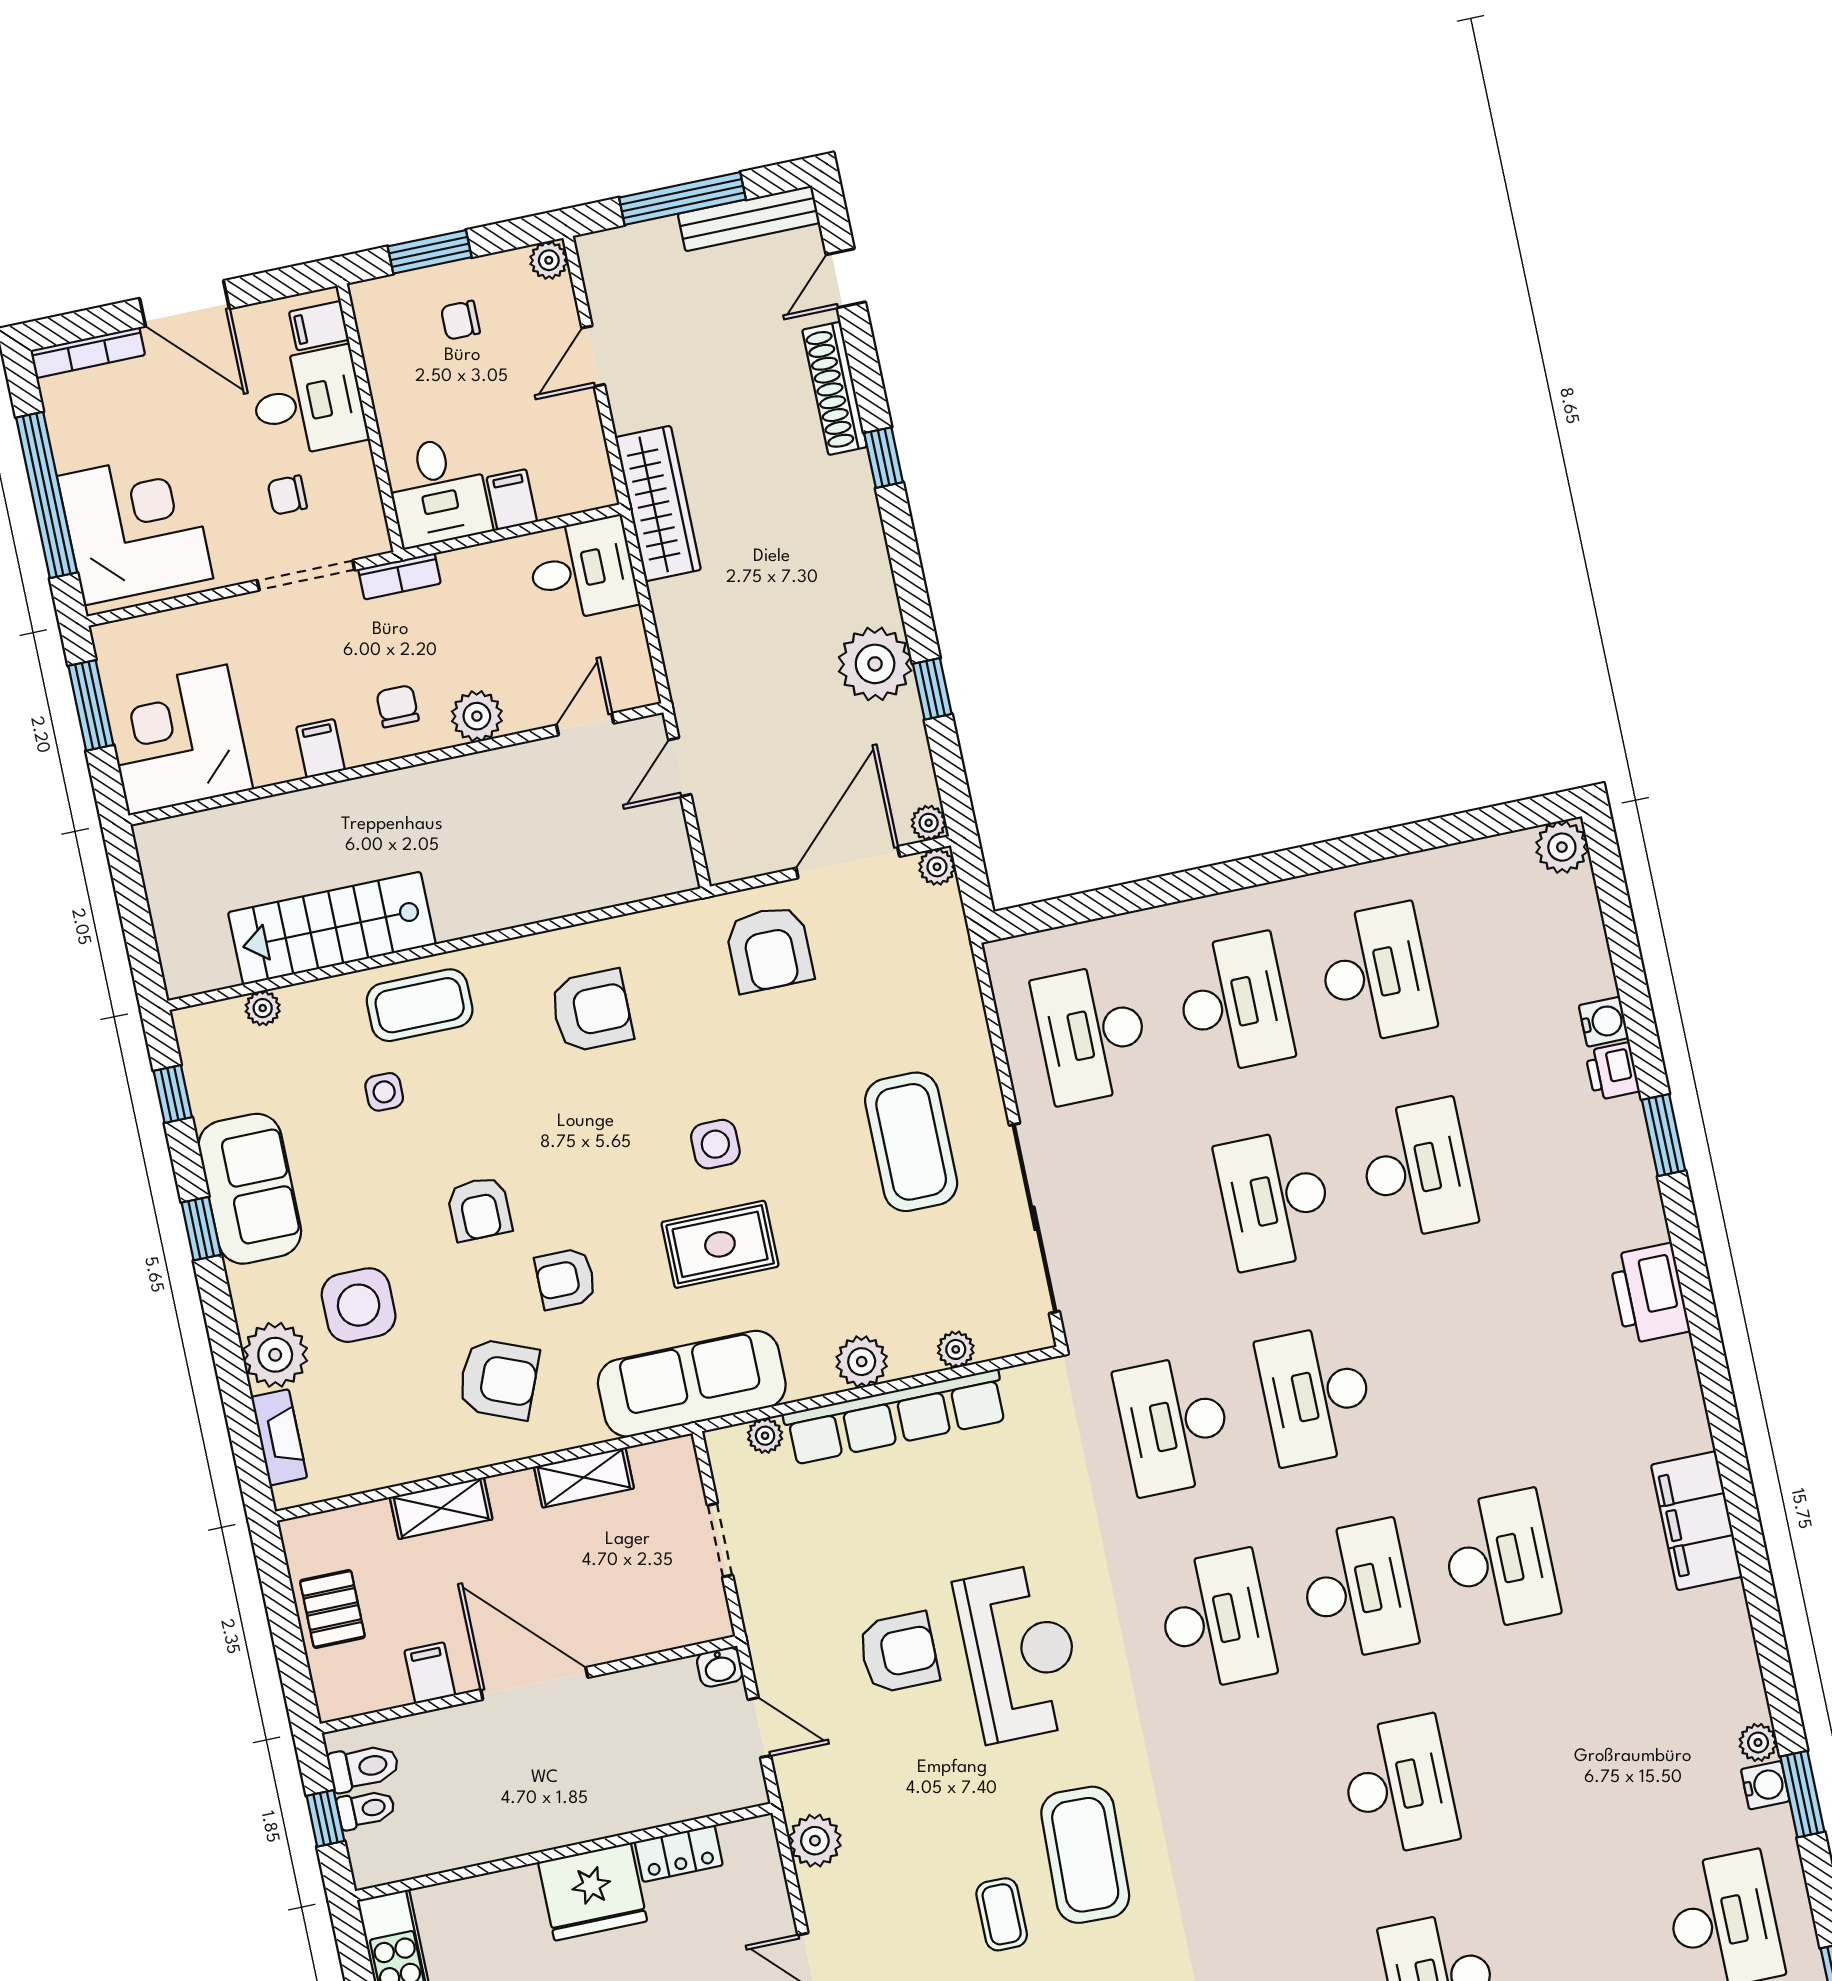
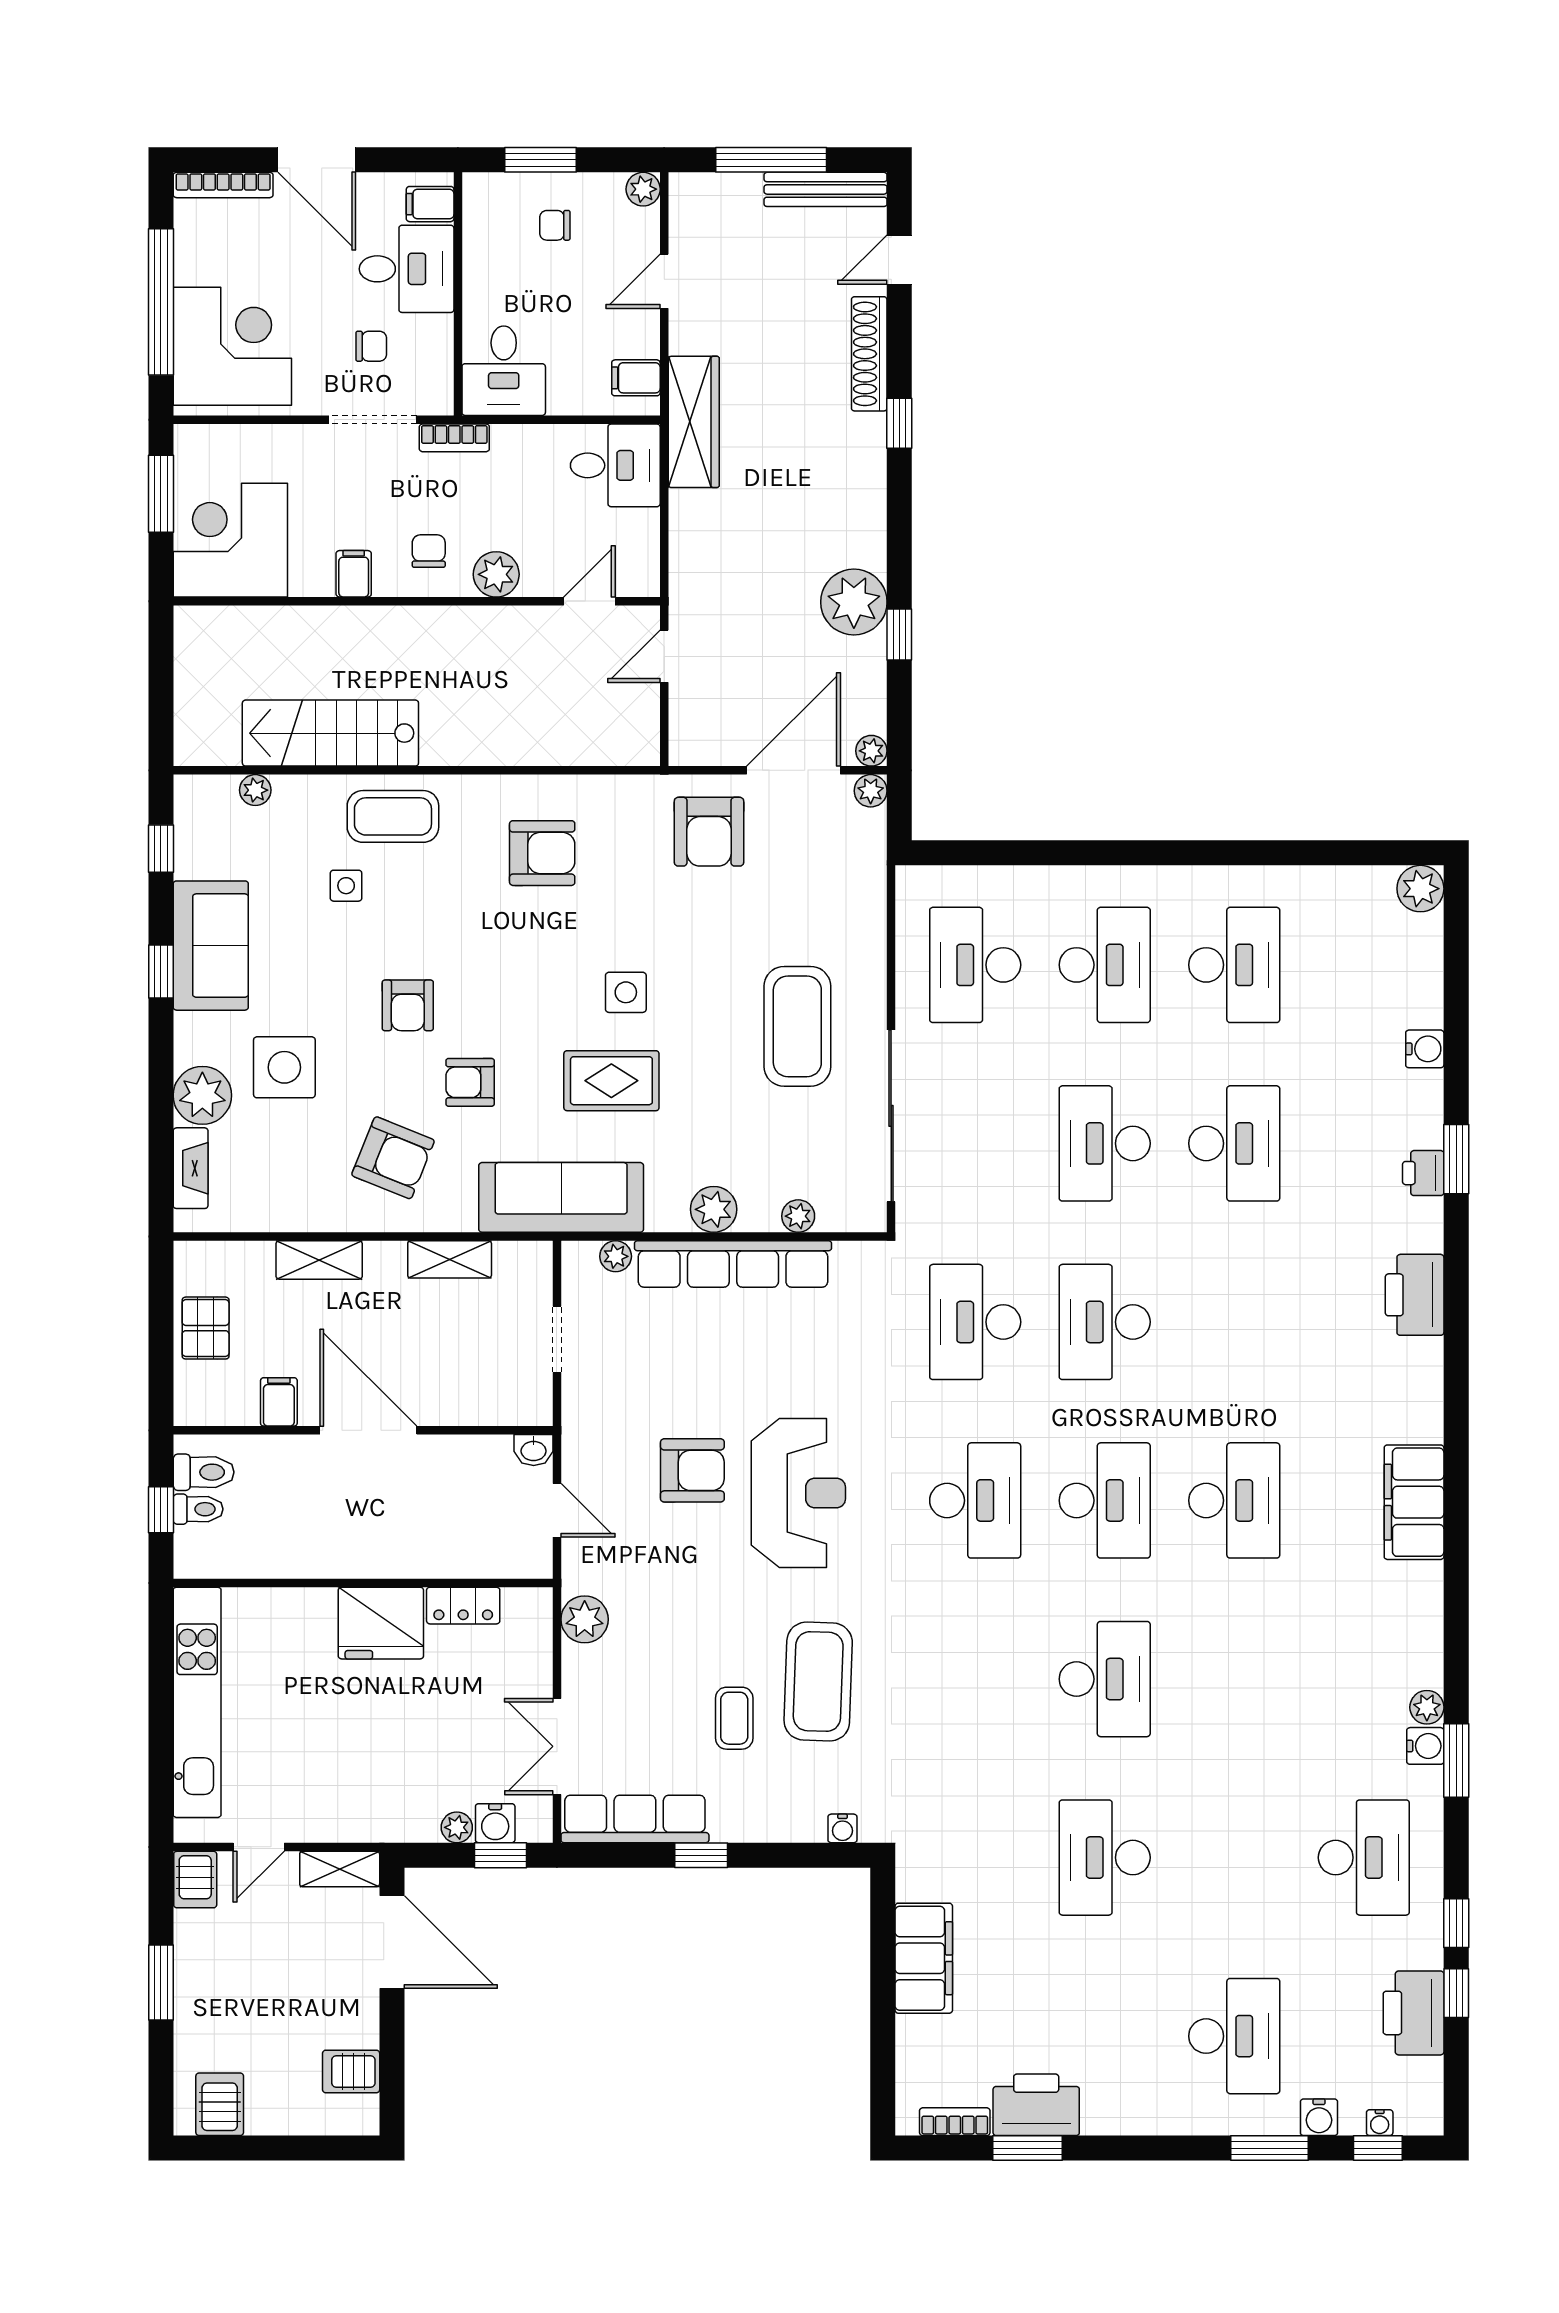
chair: (287, 495) -> (371, 346), turned 180
filing cabinet: (512, 500) -> (636, 378), moved, turned -90
printer: (1612, 1071) -> (1423, 1173), moved

